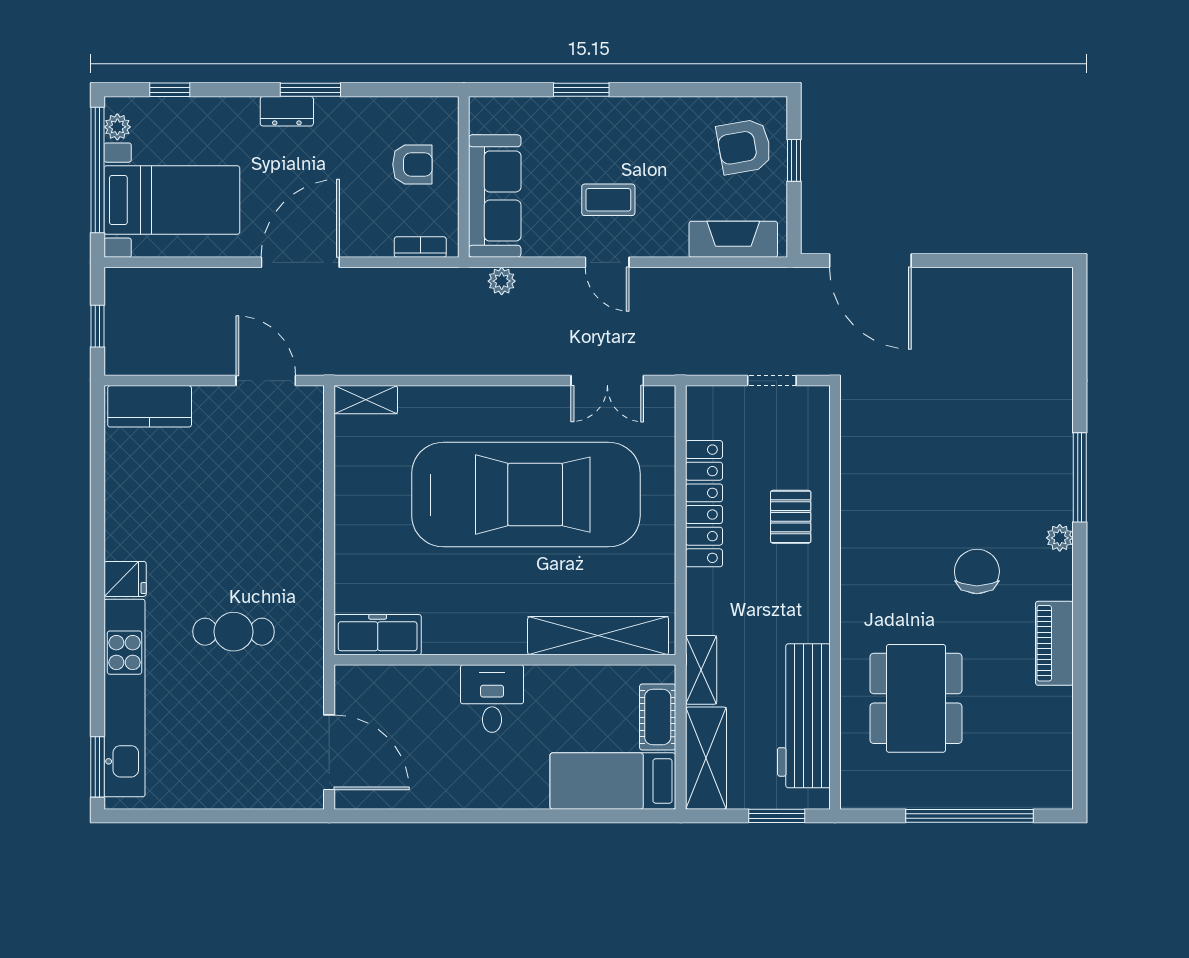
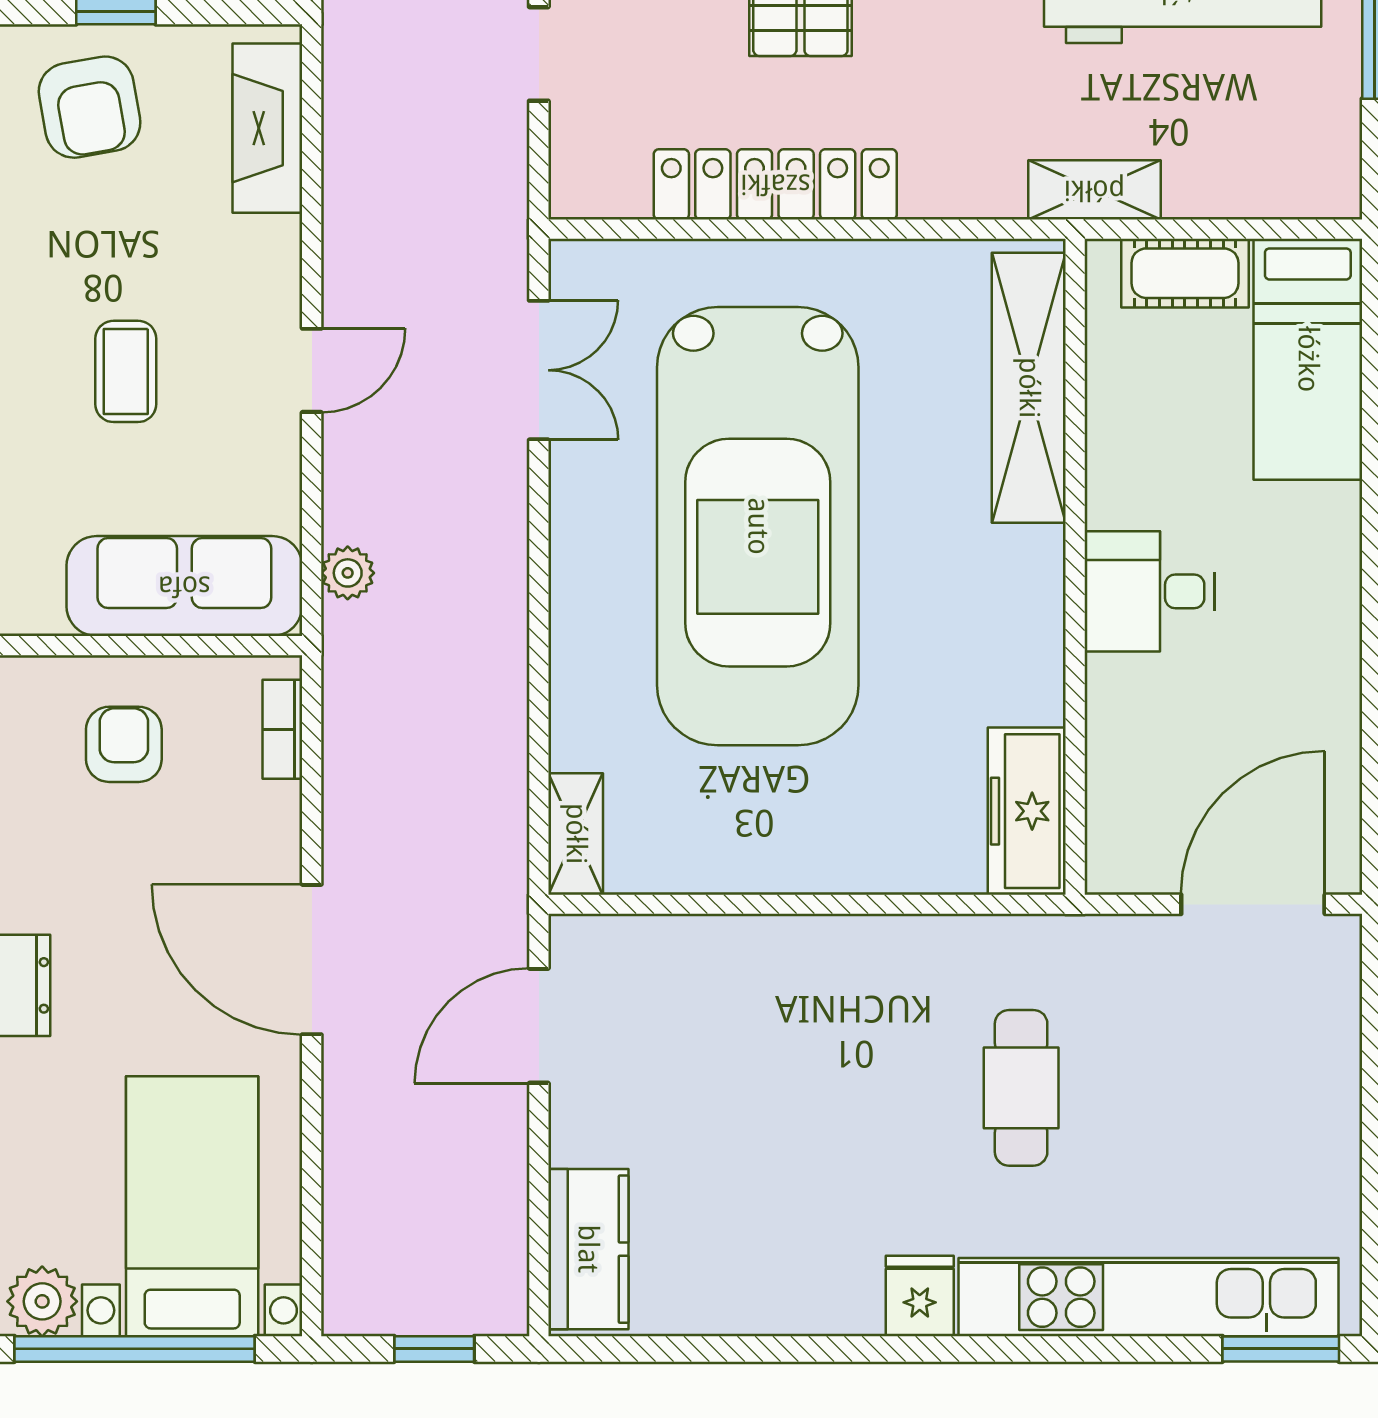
plant: (117, 127) -> (42, 1301), width x1.38, depth x1.38
coffee table: (608, 200) -> (126, 371), moved
car: (526, 495) -> (758, 526), turned 180
shelving: (706, 758) -> (1264, 180), removed

